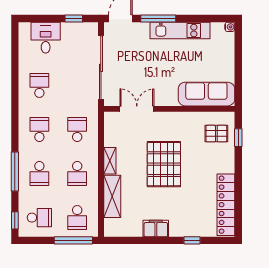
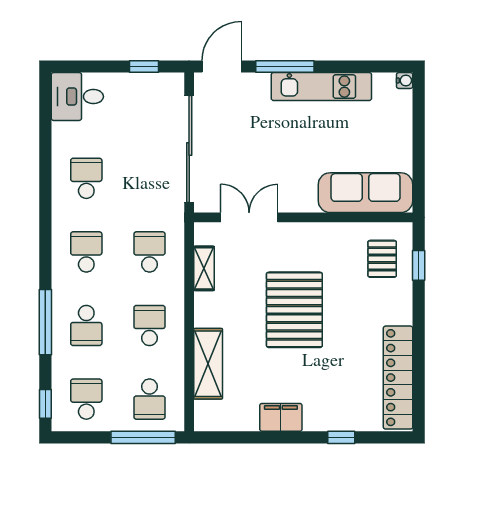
desk: (46, 38) -> (77, 97), moved, turned -90
pallet: (216, 134) -> (382, 259), turned 90
shelving: (110, 161) -> (204, 268), moved
school desk: (77, 174) -> (149, 326), turned 180
school desk: (39, 218) -> (86, 399), turned -90

